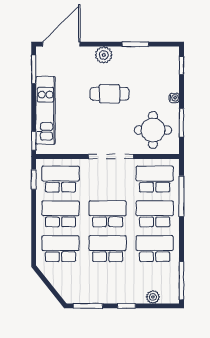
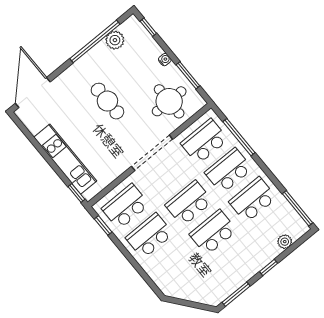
window: (135, 44) -> (95, 41), width x2.11
plant: (104, 55) -> (115, 40), moved
window: (34, 69) -> (27, 133), removed
cafe table: (109, 94) -> (107, 101), turned 90
school desk: (60, 249) -> (174, 265), removed

